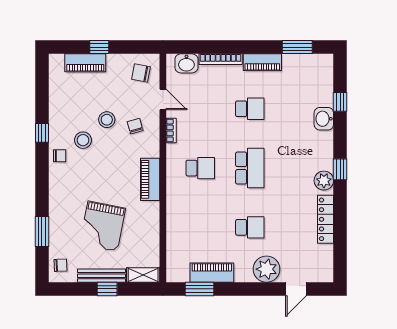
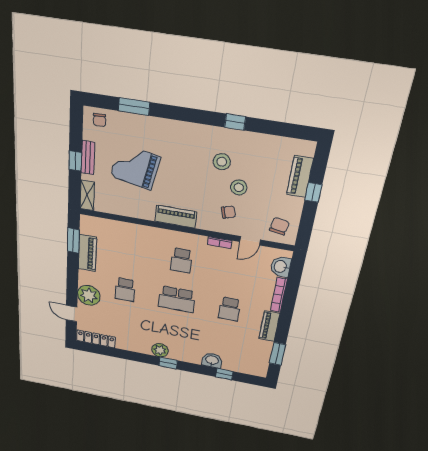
chair: (60, 156) -> (209, 136), removed
locker: (326, 219) -> (96, 339), moved
bench: (101, 276) -> (88, 158), width x0.73

